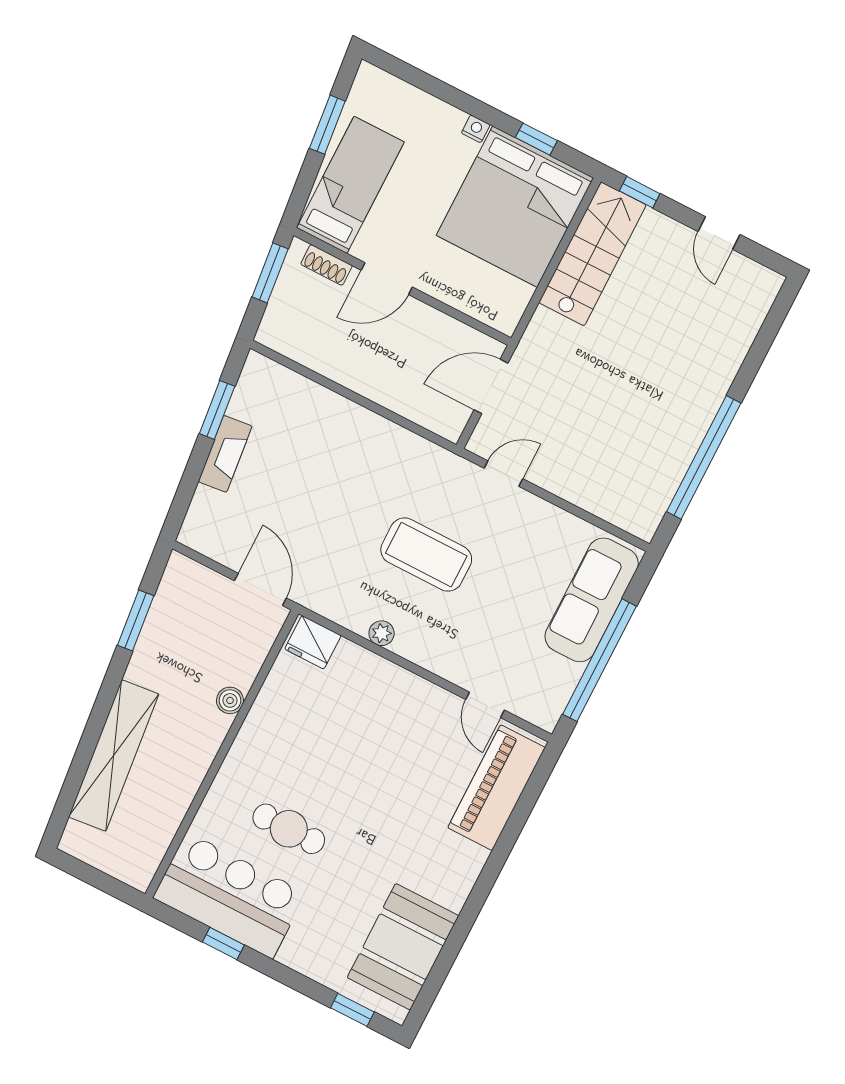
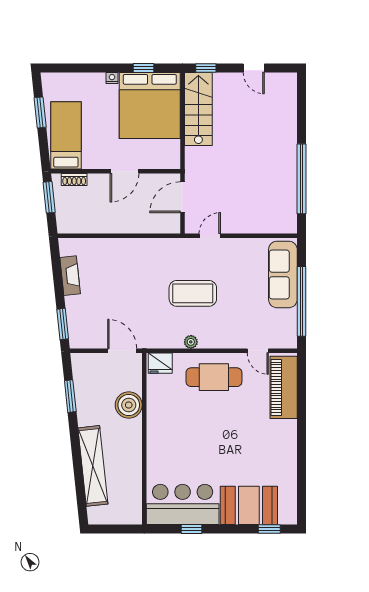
door: (387, 279) -> (124, 171), moved
window: (217, 410) -> (63, 324), moved
fireplace: (225, 454) -> (70, 276), moved
boiler: (230, 700) -> (129, 405), width x1.86, depth x1.86
cafe table: (289, 829) -> (214, 377), moved, width x1.37, depth x1.35
booth: (403, 947) -> (249, 505), moved, turned 90

